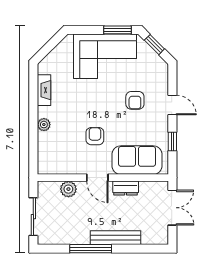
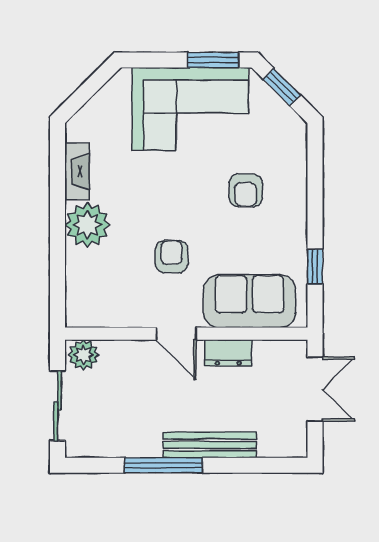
door: (172, 105) -> (315, 199), removed
plant: (44, 125) -> (87, 225), width x1.88, depth x1.88
plant: (68, 189) -> (83, 355), moved

